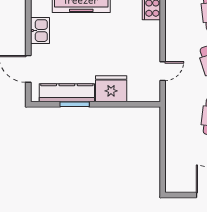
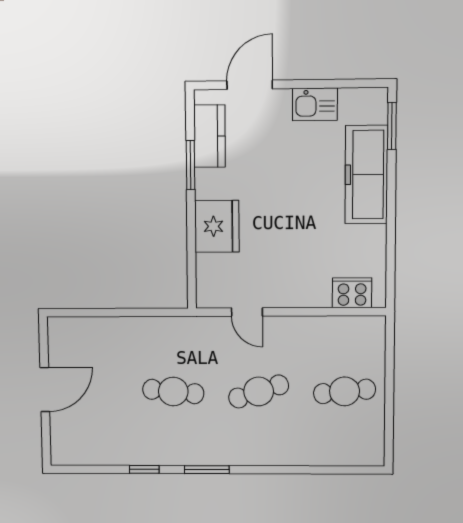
kitchen counter: (67, 93) -> (210, 136), width x0.67

